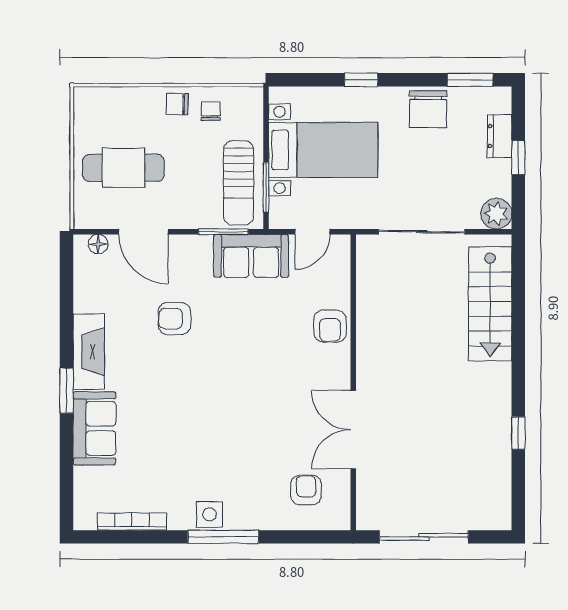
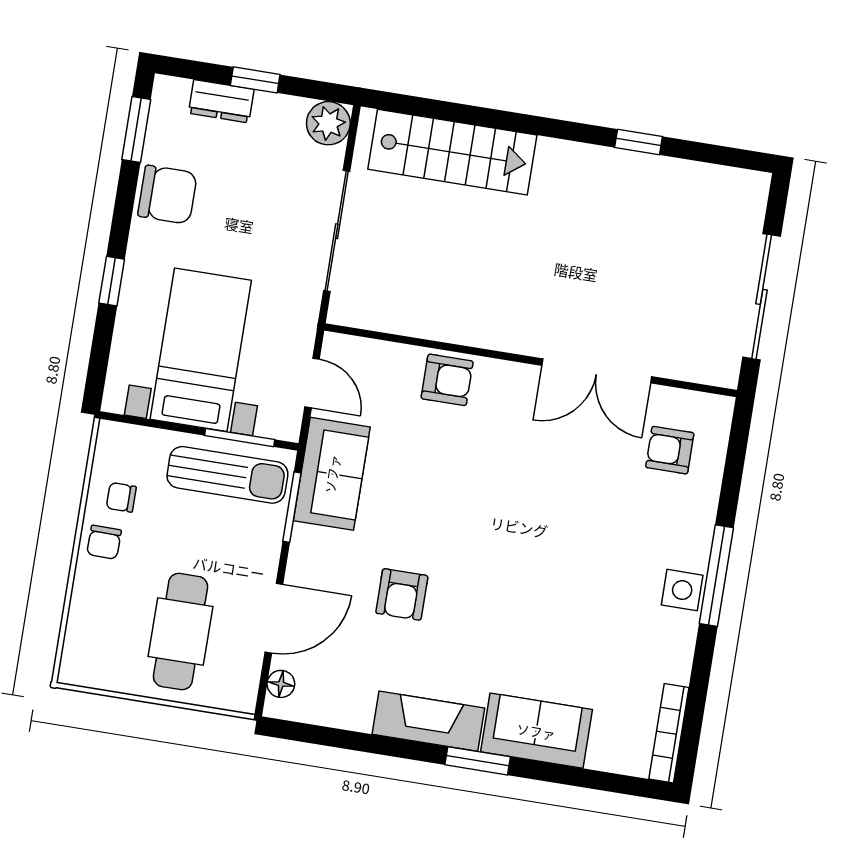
bookcase: (132, 521) -> (669, 733), moved

